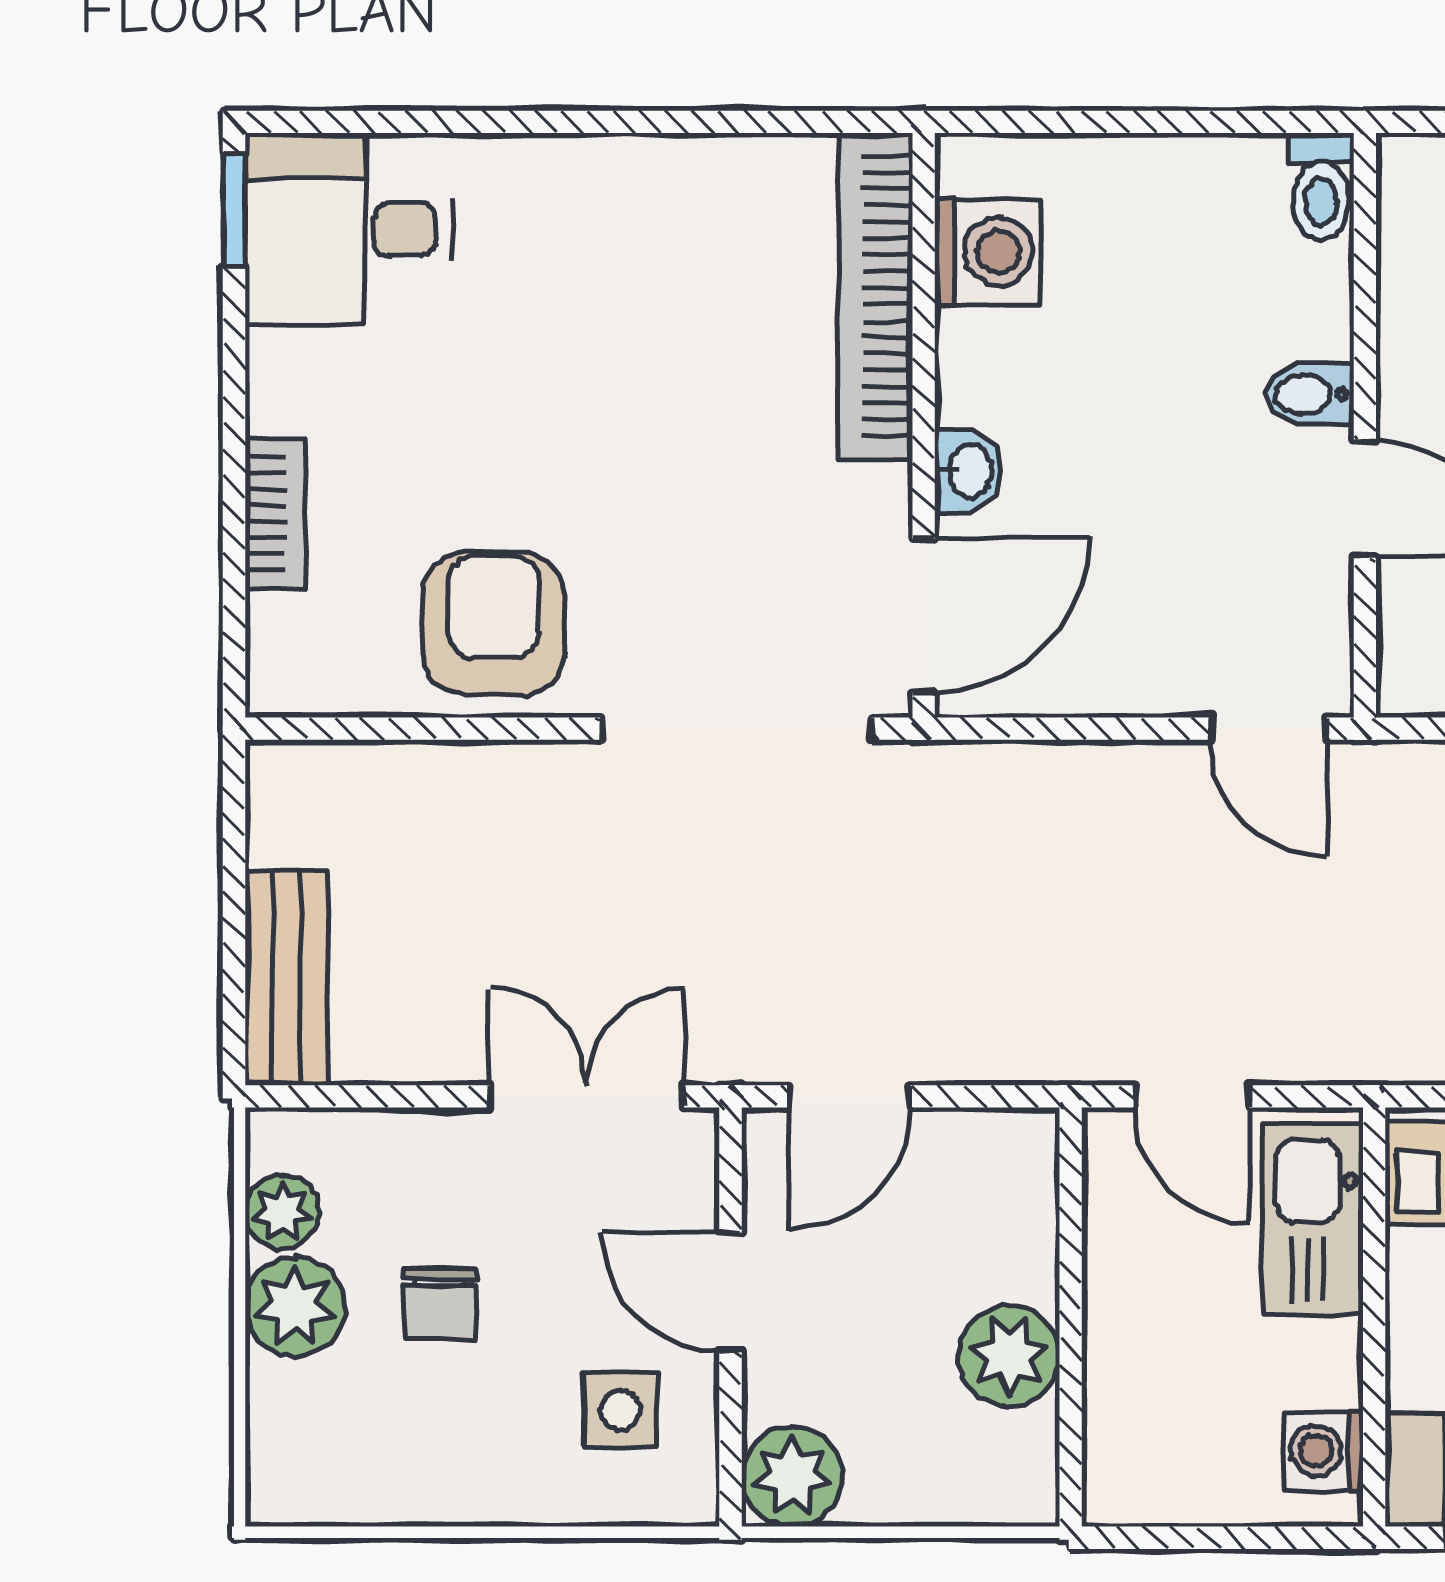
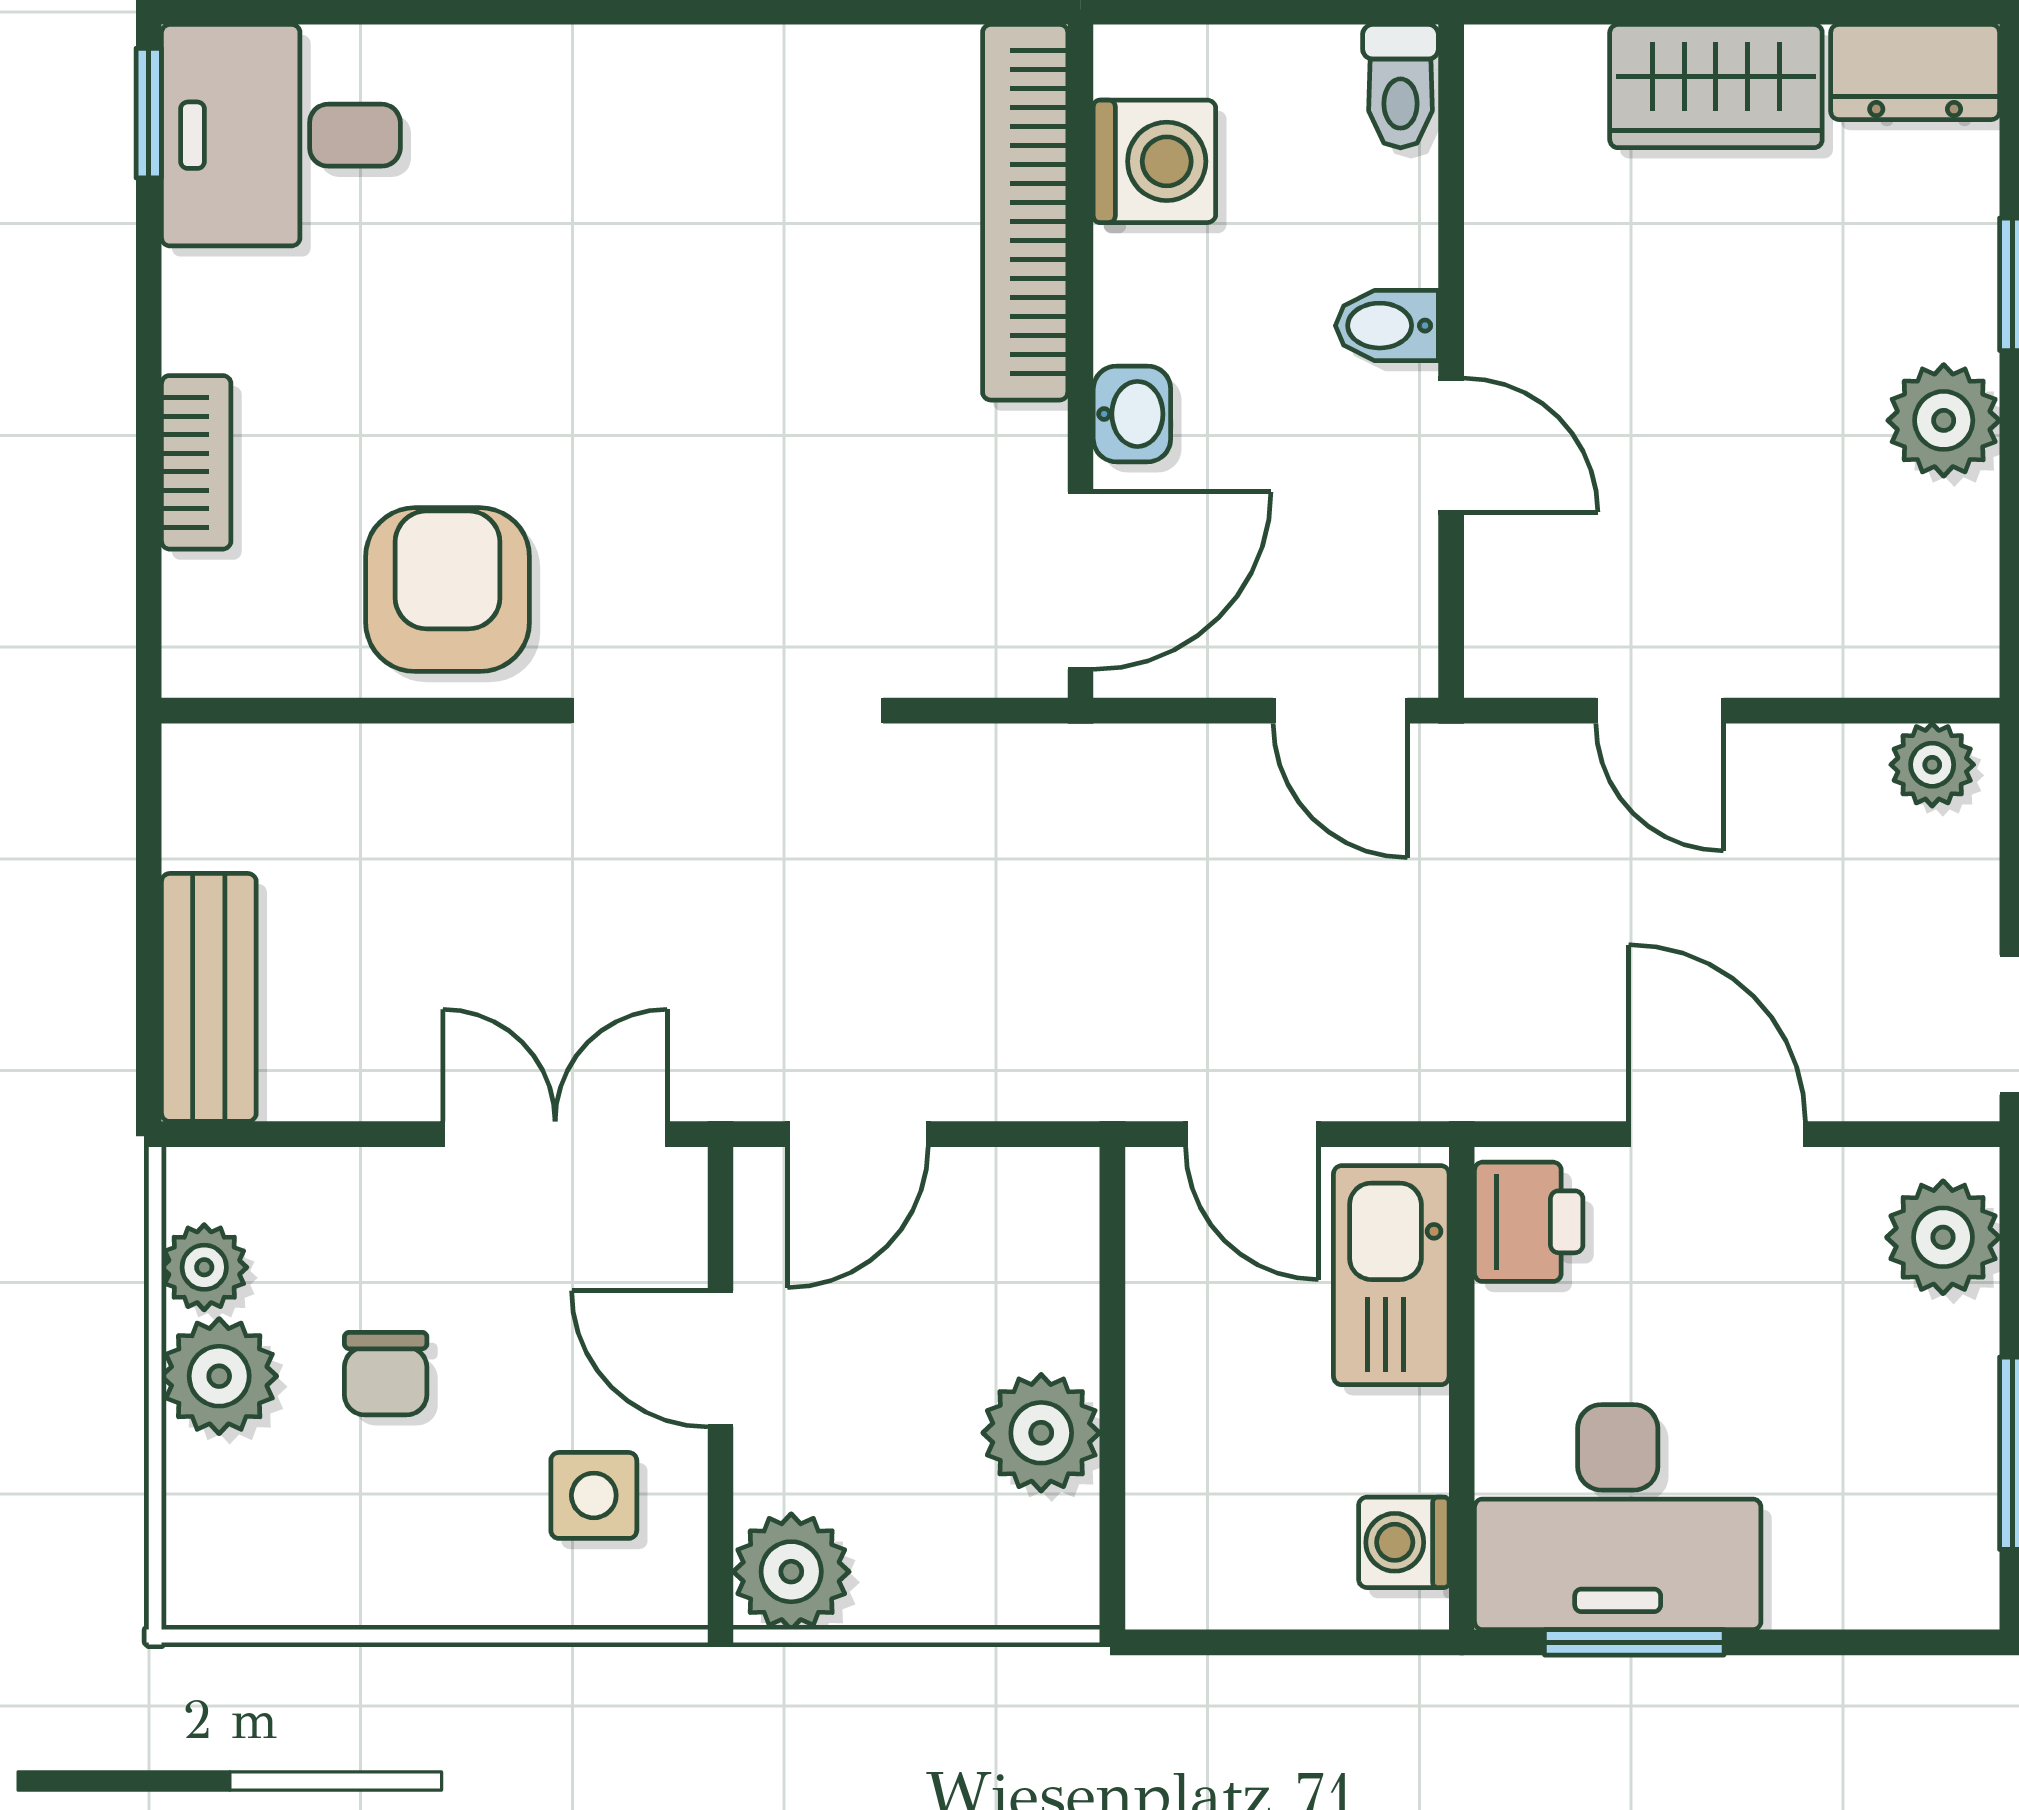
washing machine: (988, 252) -> (1154, 161), moved
bookcase: (876, 296) -> (1025, 212), moved
wall: (924, 425) -> (1081, 361), moved
washbasin: (968, 471) -> (1132, 414), moved
door: (924, 616) -> (1081, 581), moved

